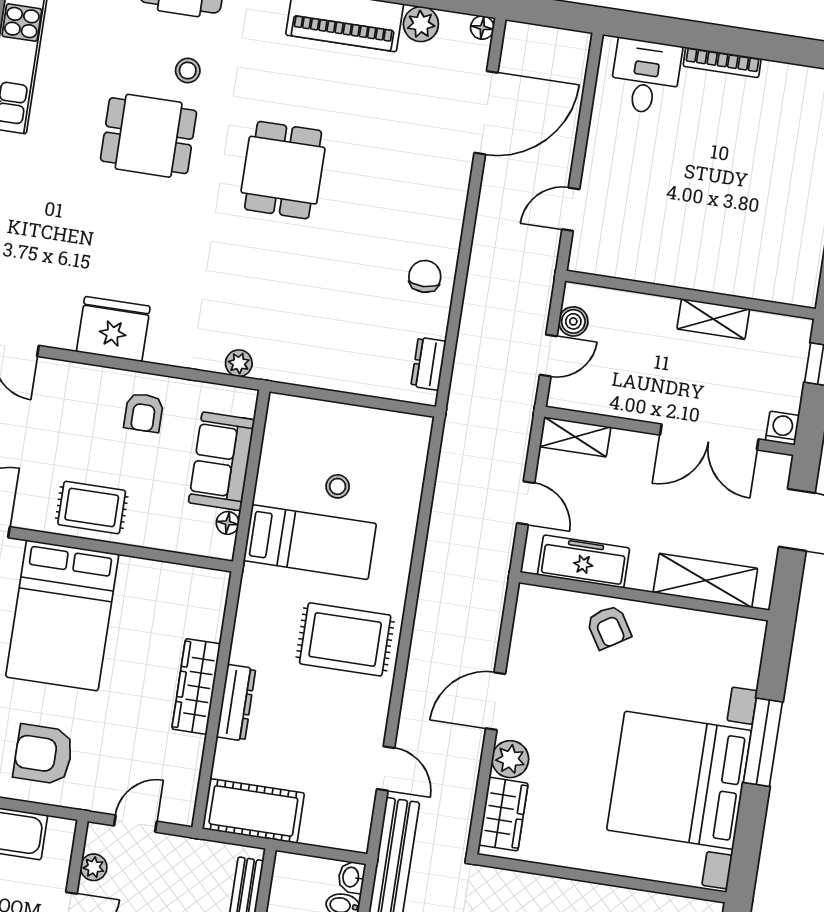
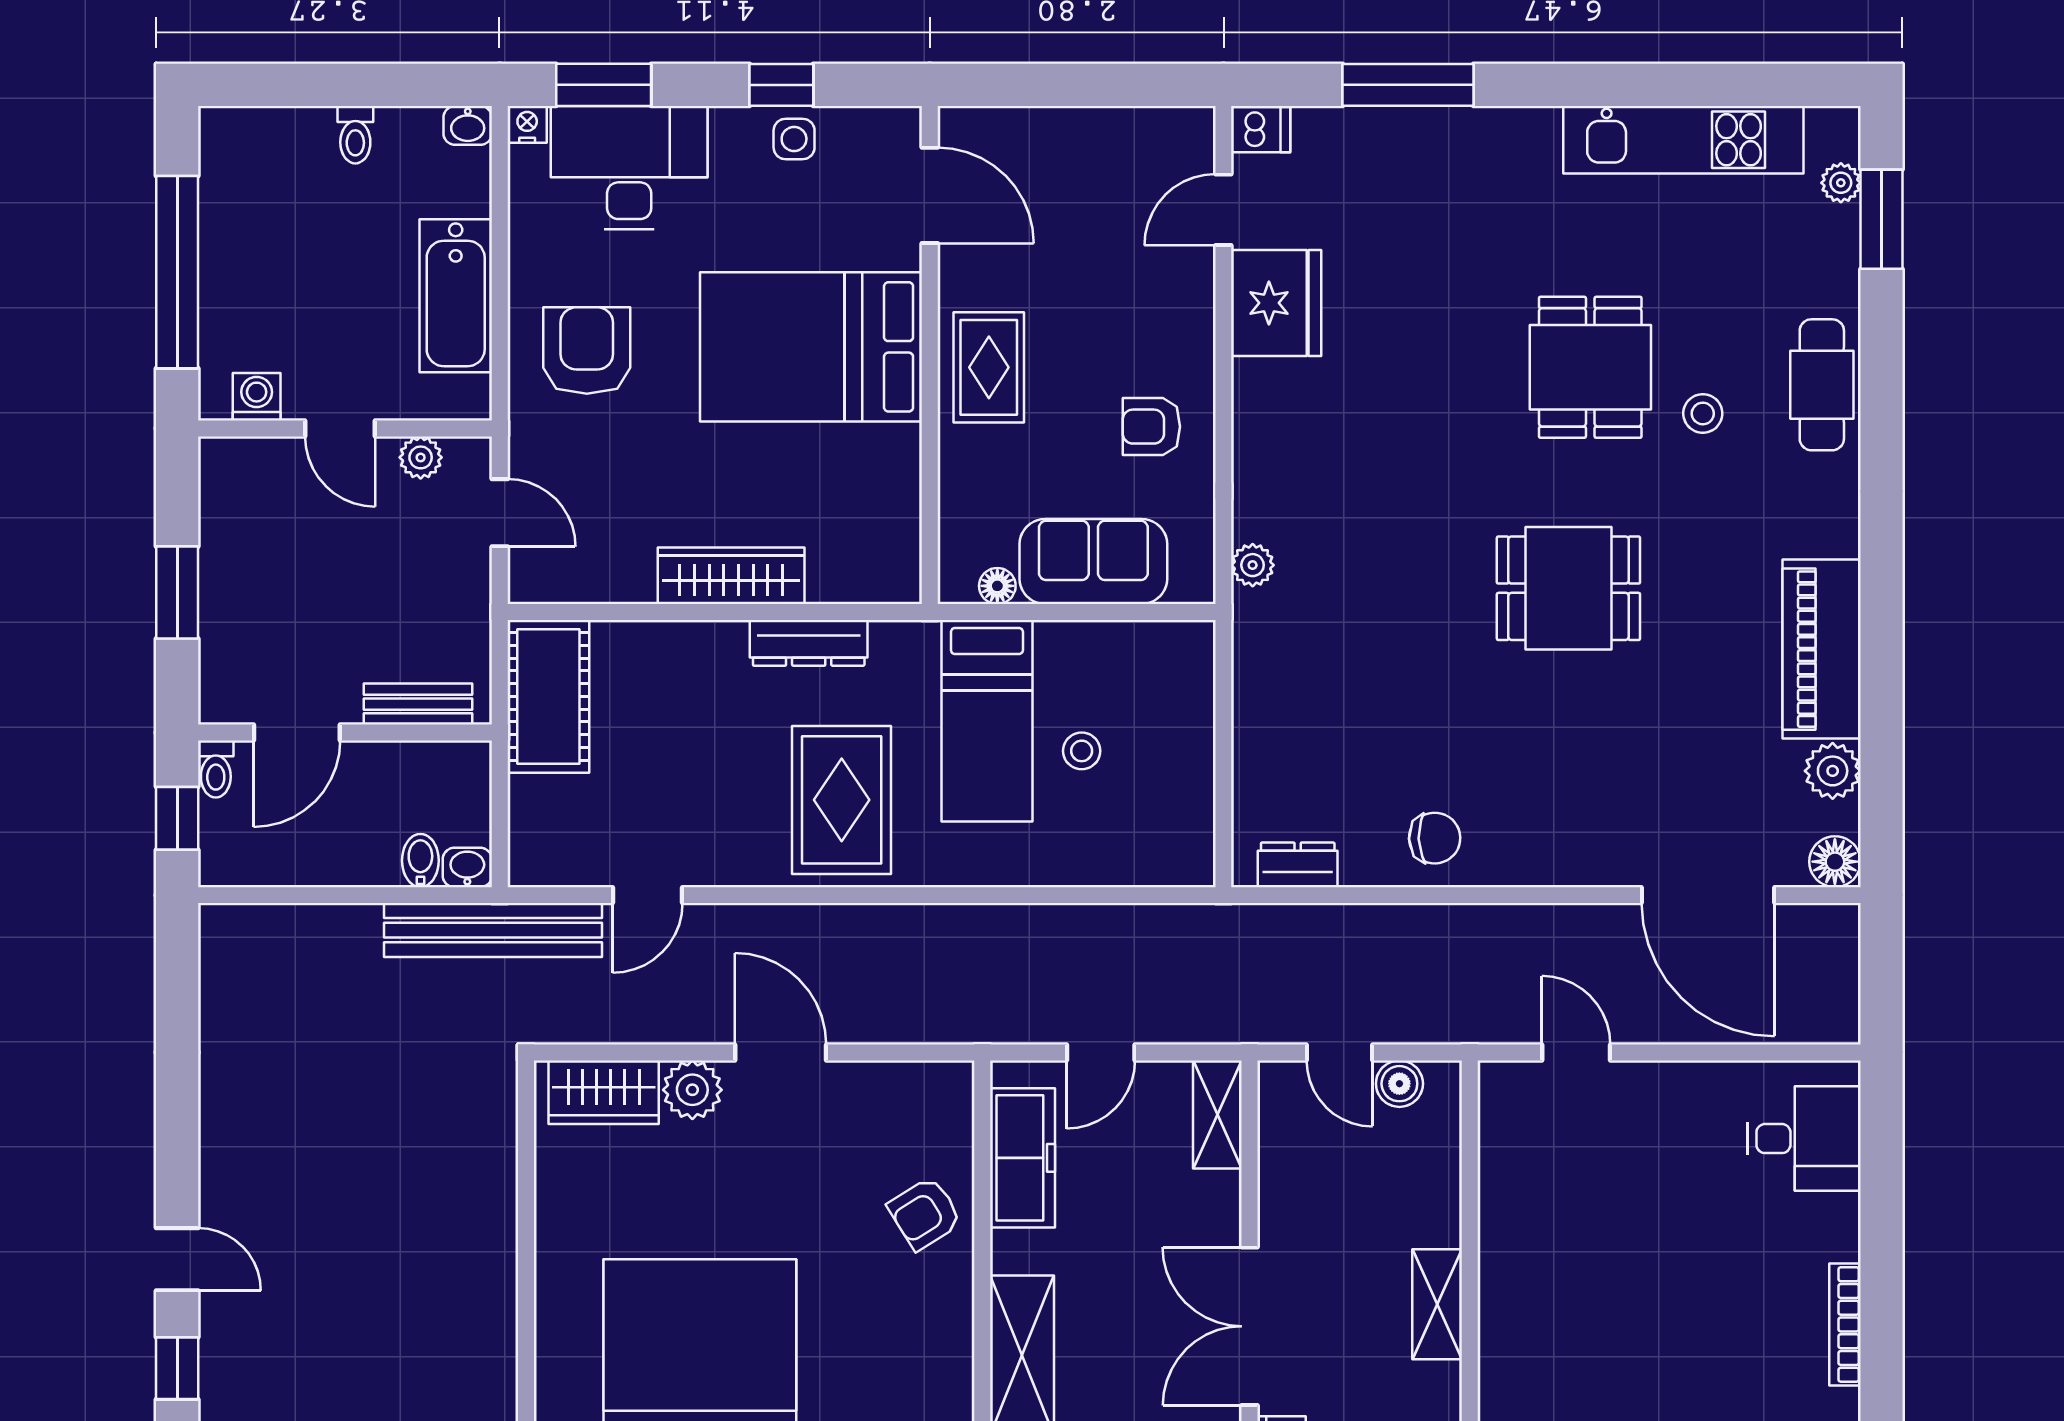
floor lamp: (482, 28) -> (1835, 862), width x1.37, depth x1.37
bookcase: (722, 62) -> (1845, 1324), moved
fridge: (113, 329) -> (1276, 303), moved
dresser: (236, 703) -> (809, 643), moved

